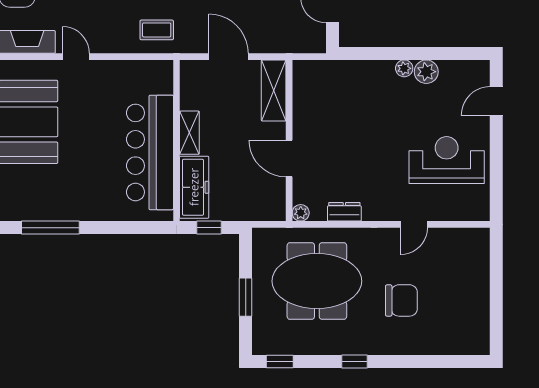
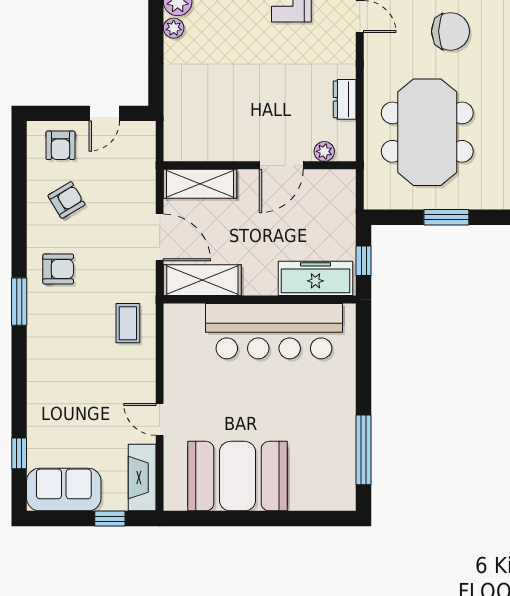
door: (76, 57) -> (160, 419), hinge flipped
door: (229, 57) -> (160, 237), swing flipped
shelving: (189, 133) -> (202, 280), moved, width x1.50, depth x1.33
plant: (301, 213) -> (324, 151), moved
chair: (401, 300) -> (450, 31), turned 90

